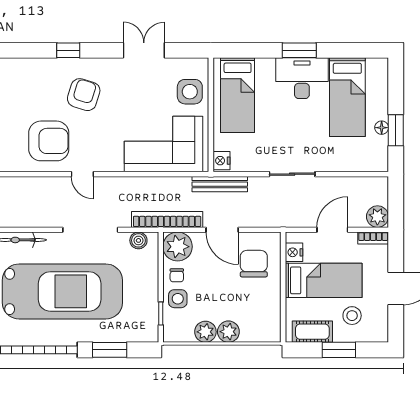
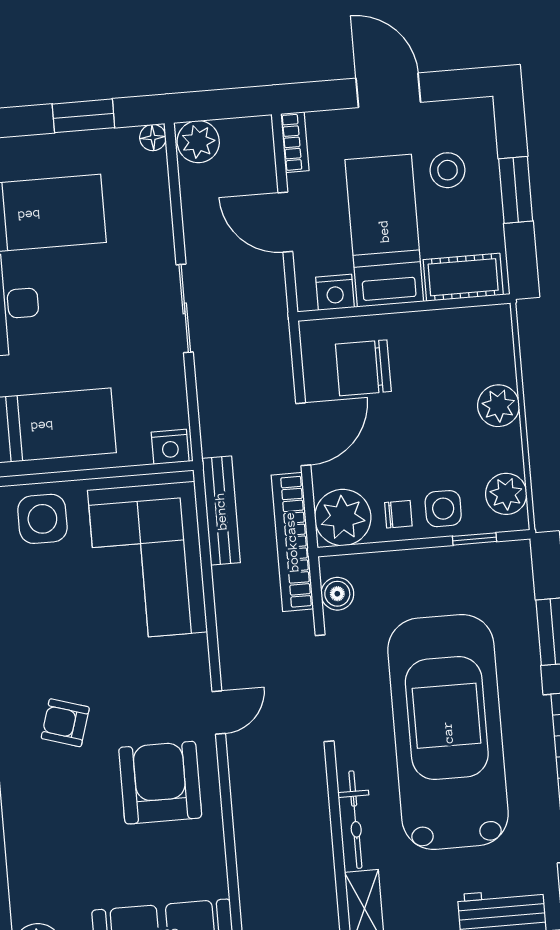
armchair: (84, 95) -> (65, 723), width x0.72, depth x0.72
floor lamp: (382, 128) -> (153, 138), moved
bench: (220, 184) -> (221, 511), moved
plant: (377, 217) -> (198, 142), moved
plant: (205, 332) -> (506, 494), moved
cot: (312, 332) -> (463, 277), moved, turned 90

